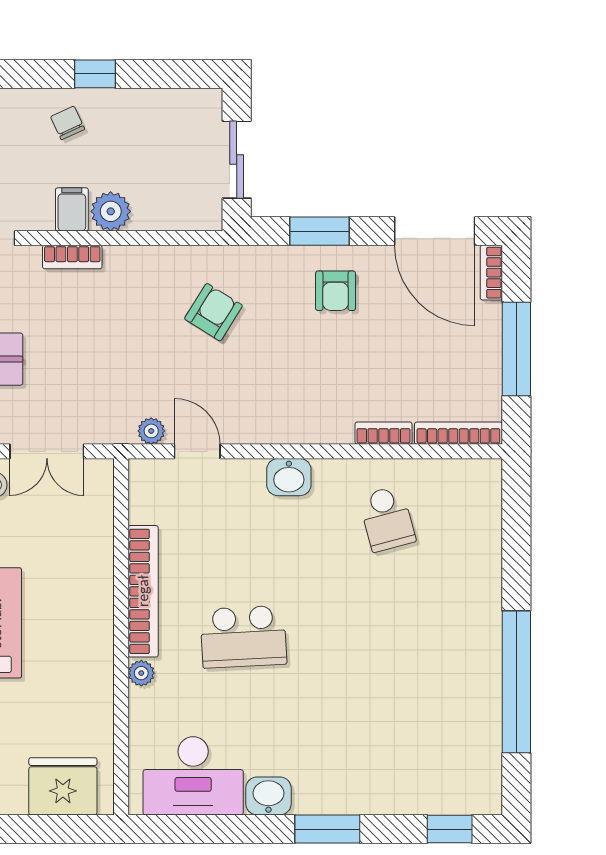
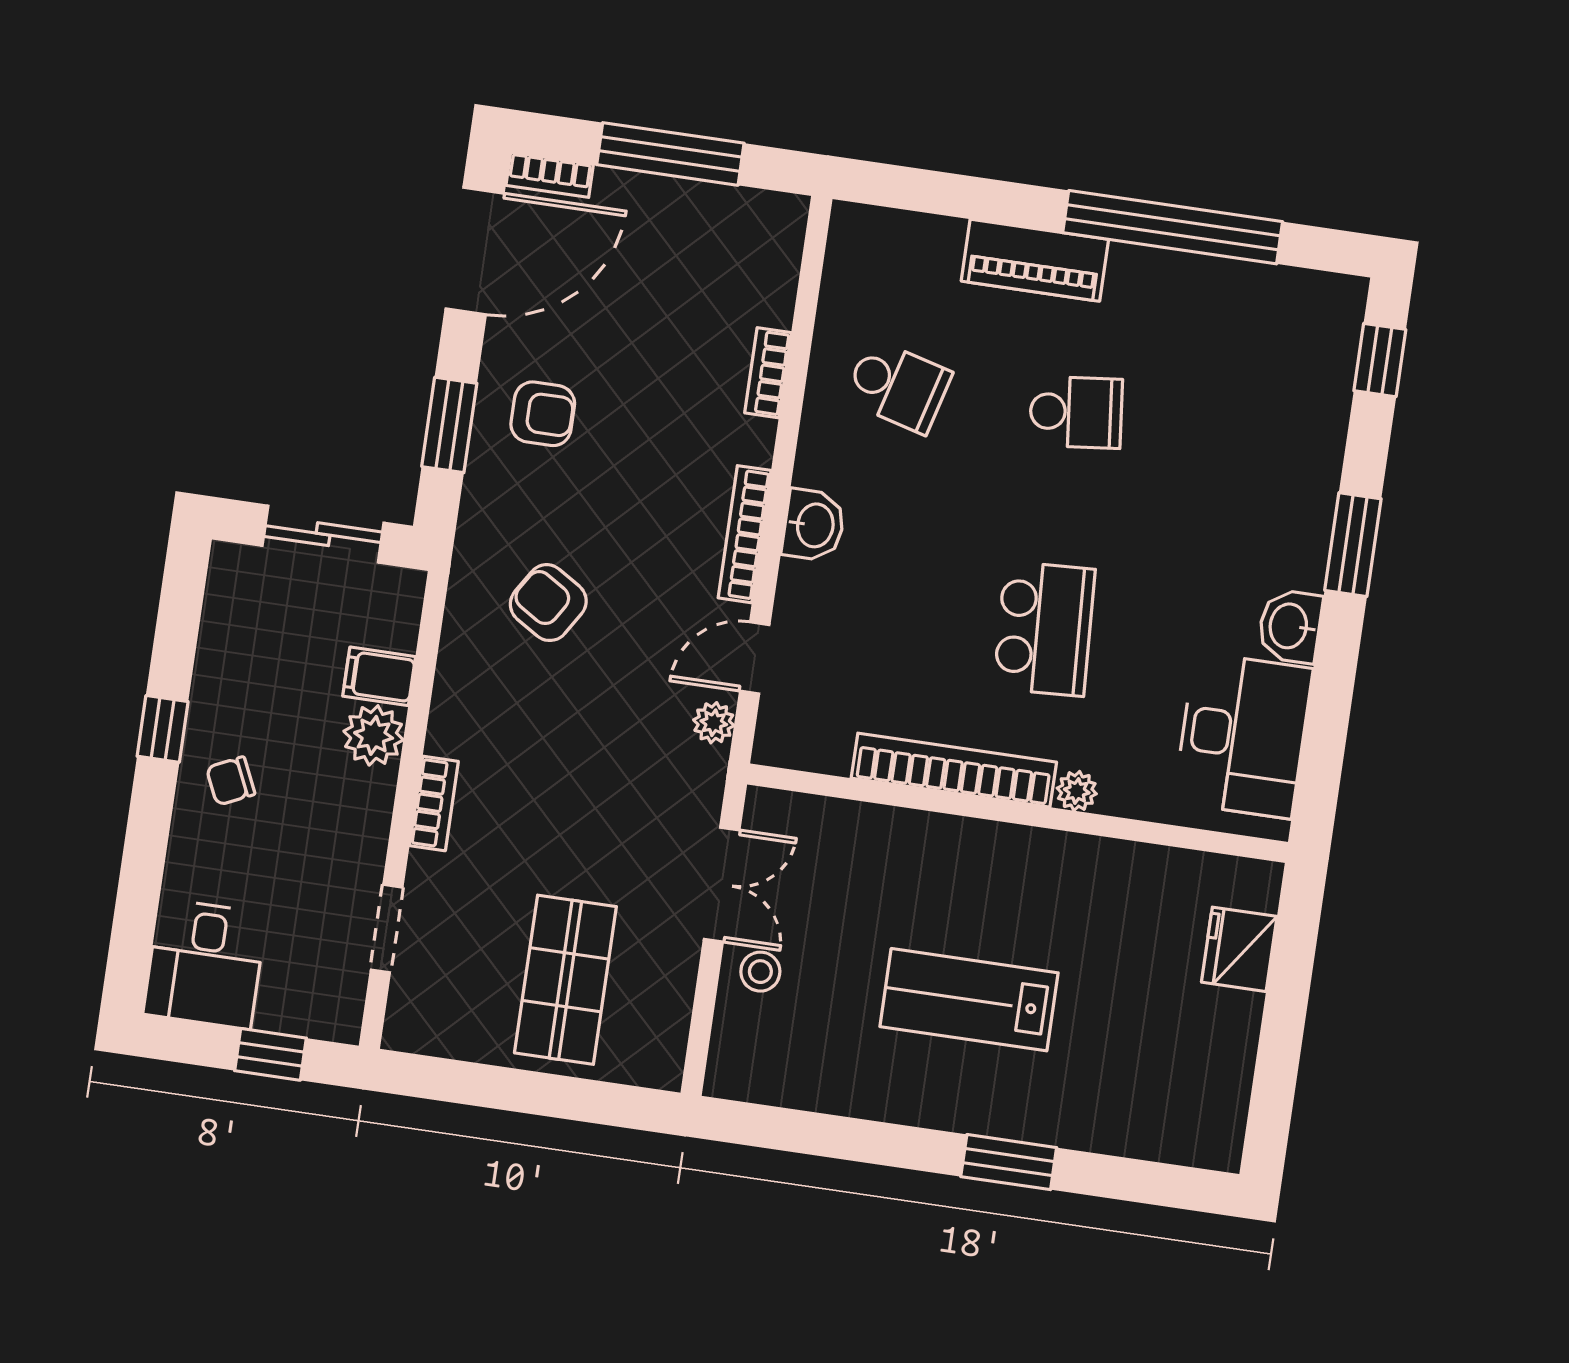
filing cabinet: (72, 209) -> (379, 676), moved
bookcase: (458, 433) -> (745, 534), moved
school desk: (387, 519) -> (898, 386), turned 30
piano: (482, 596) -> (1035, 260), added
school desk: (387, 637) -> (1076, 412), added
fridge: (63, 786) -> (1239, 949), width x0.73, depth x0.75

